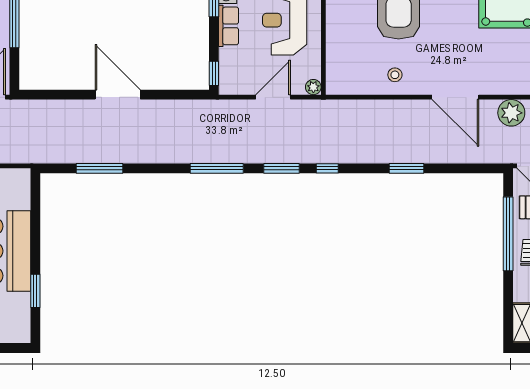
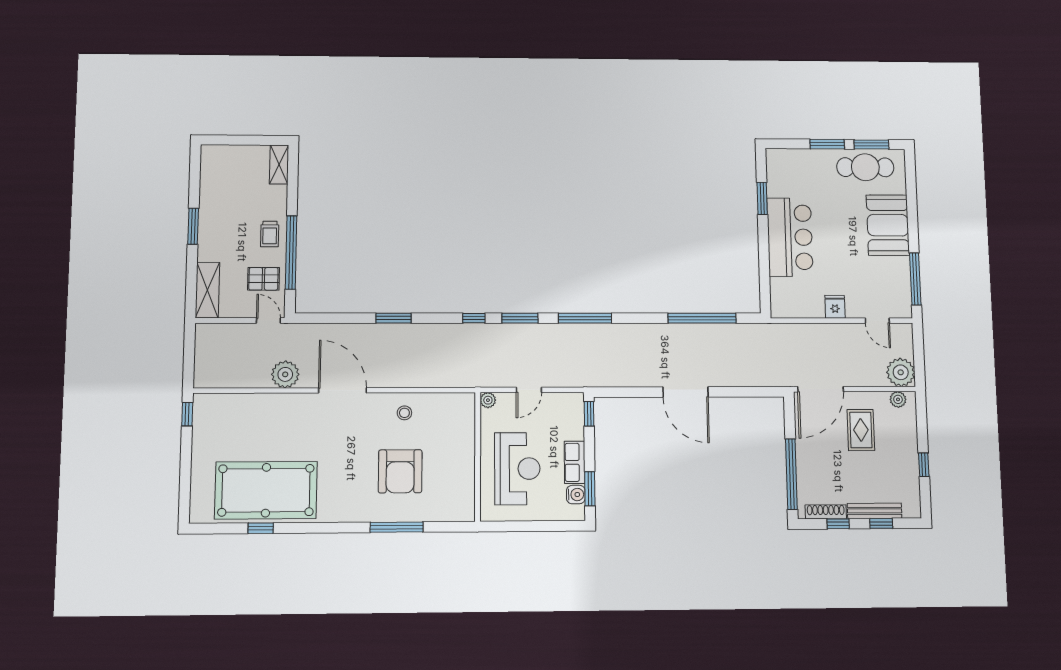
door: (273, 97) -> (529, 390), width x0.73
window: (100, 168) -> (702, 318), width x1.46

